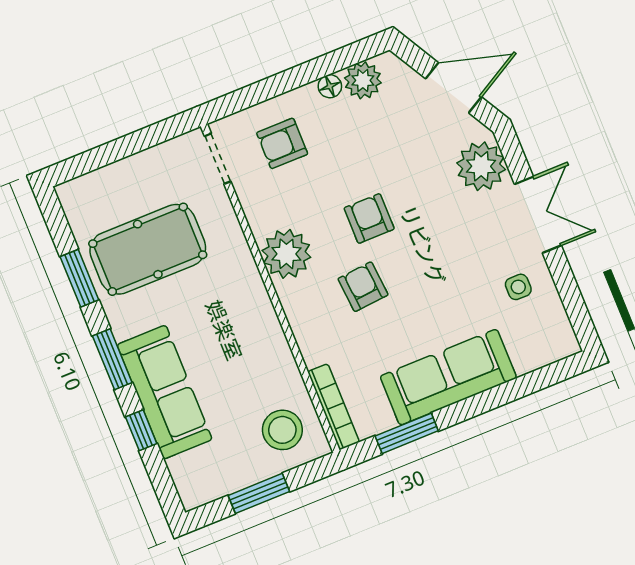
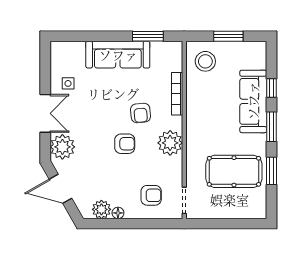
double door: (538, 215) -> (45, 113), swing flipped
armchair: (369, 218) -> (125, 144), turned -90
bookcase: (334, 407) -> (177, 94), moved

